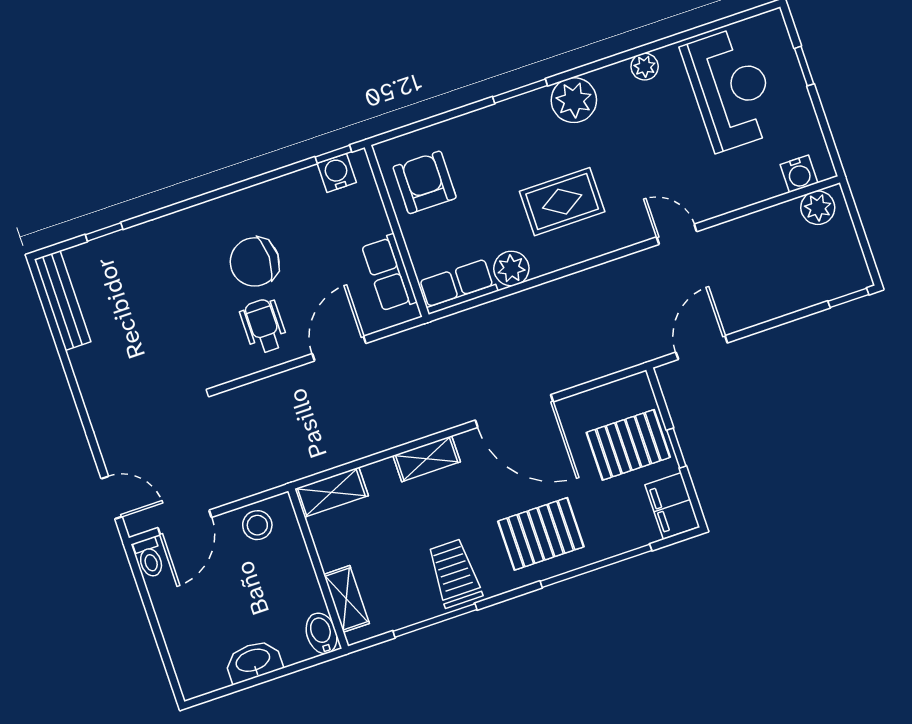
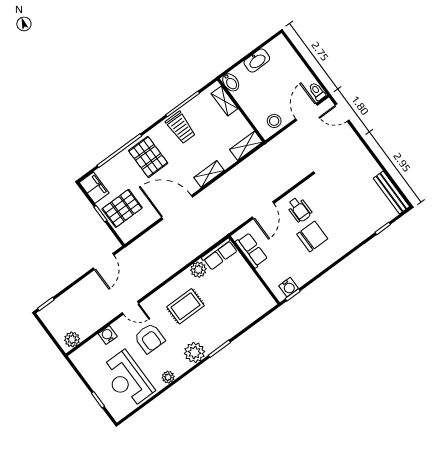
water cooler: (799, 174) -> (108, 335), moved
armchair: (425, 182) -> (150, 338), moved
pallet: (541, 534) -> (148, 157), turned 90

